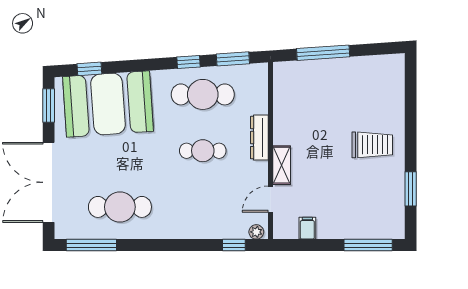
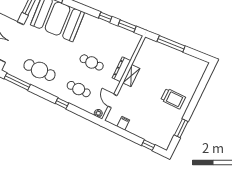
cafe table: (203, 94) -> (79, 89), moved, width x0.73, depth x0.74
shelving: (282, 165) -> (131, 76), moved
door: (271, 199) -> (113, 101), hinge flipped
window: (234, 245) -> (62, 103), moved
window: (368, 245) -> (148, 145), width x0.46

